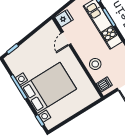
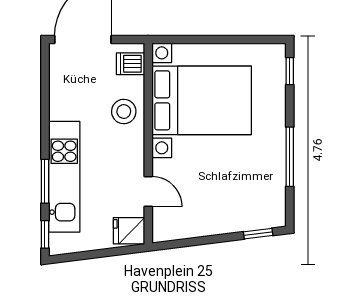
door: (66, 39) -> (148, 192), hinge flipped
bed with nightstands: (49, 88) -> (202, 100), moved, turned 180

